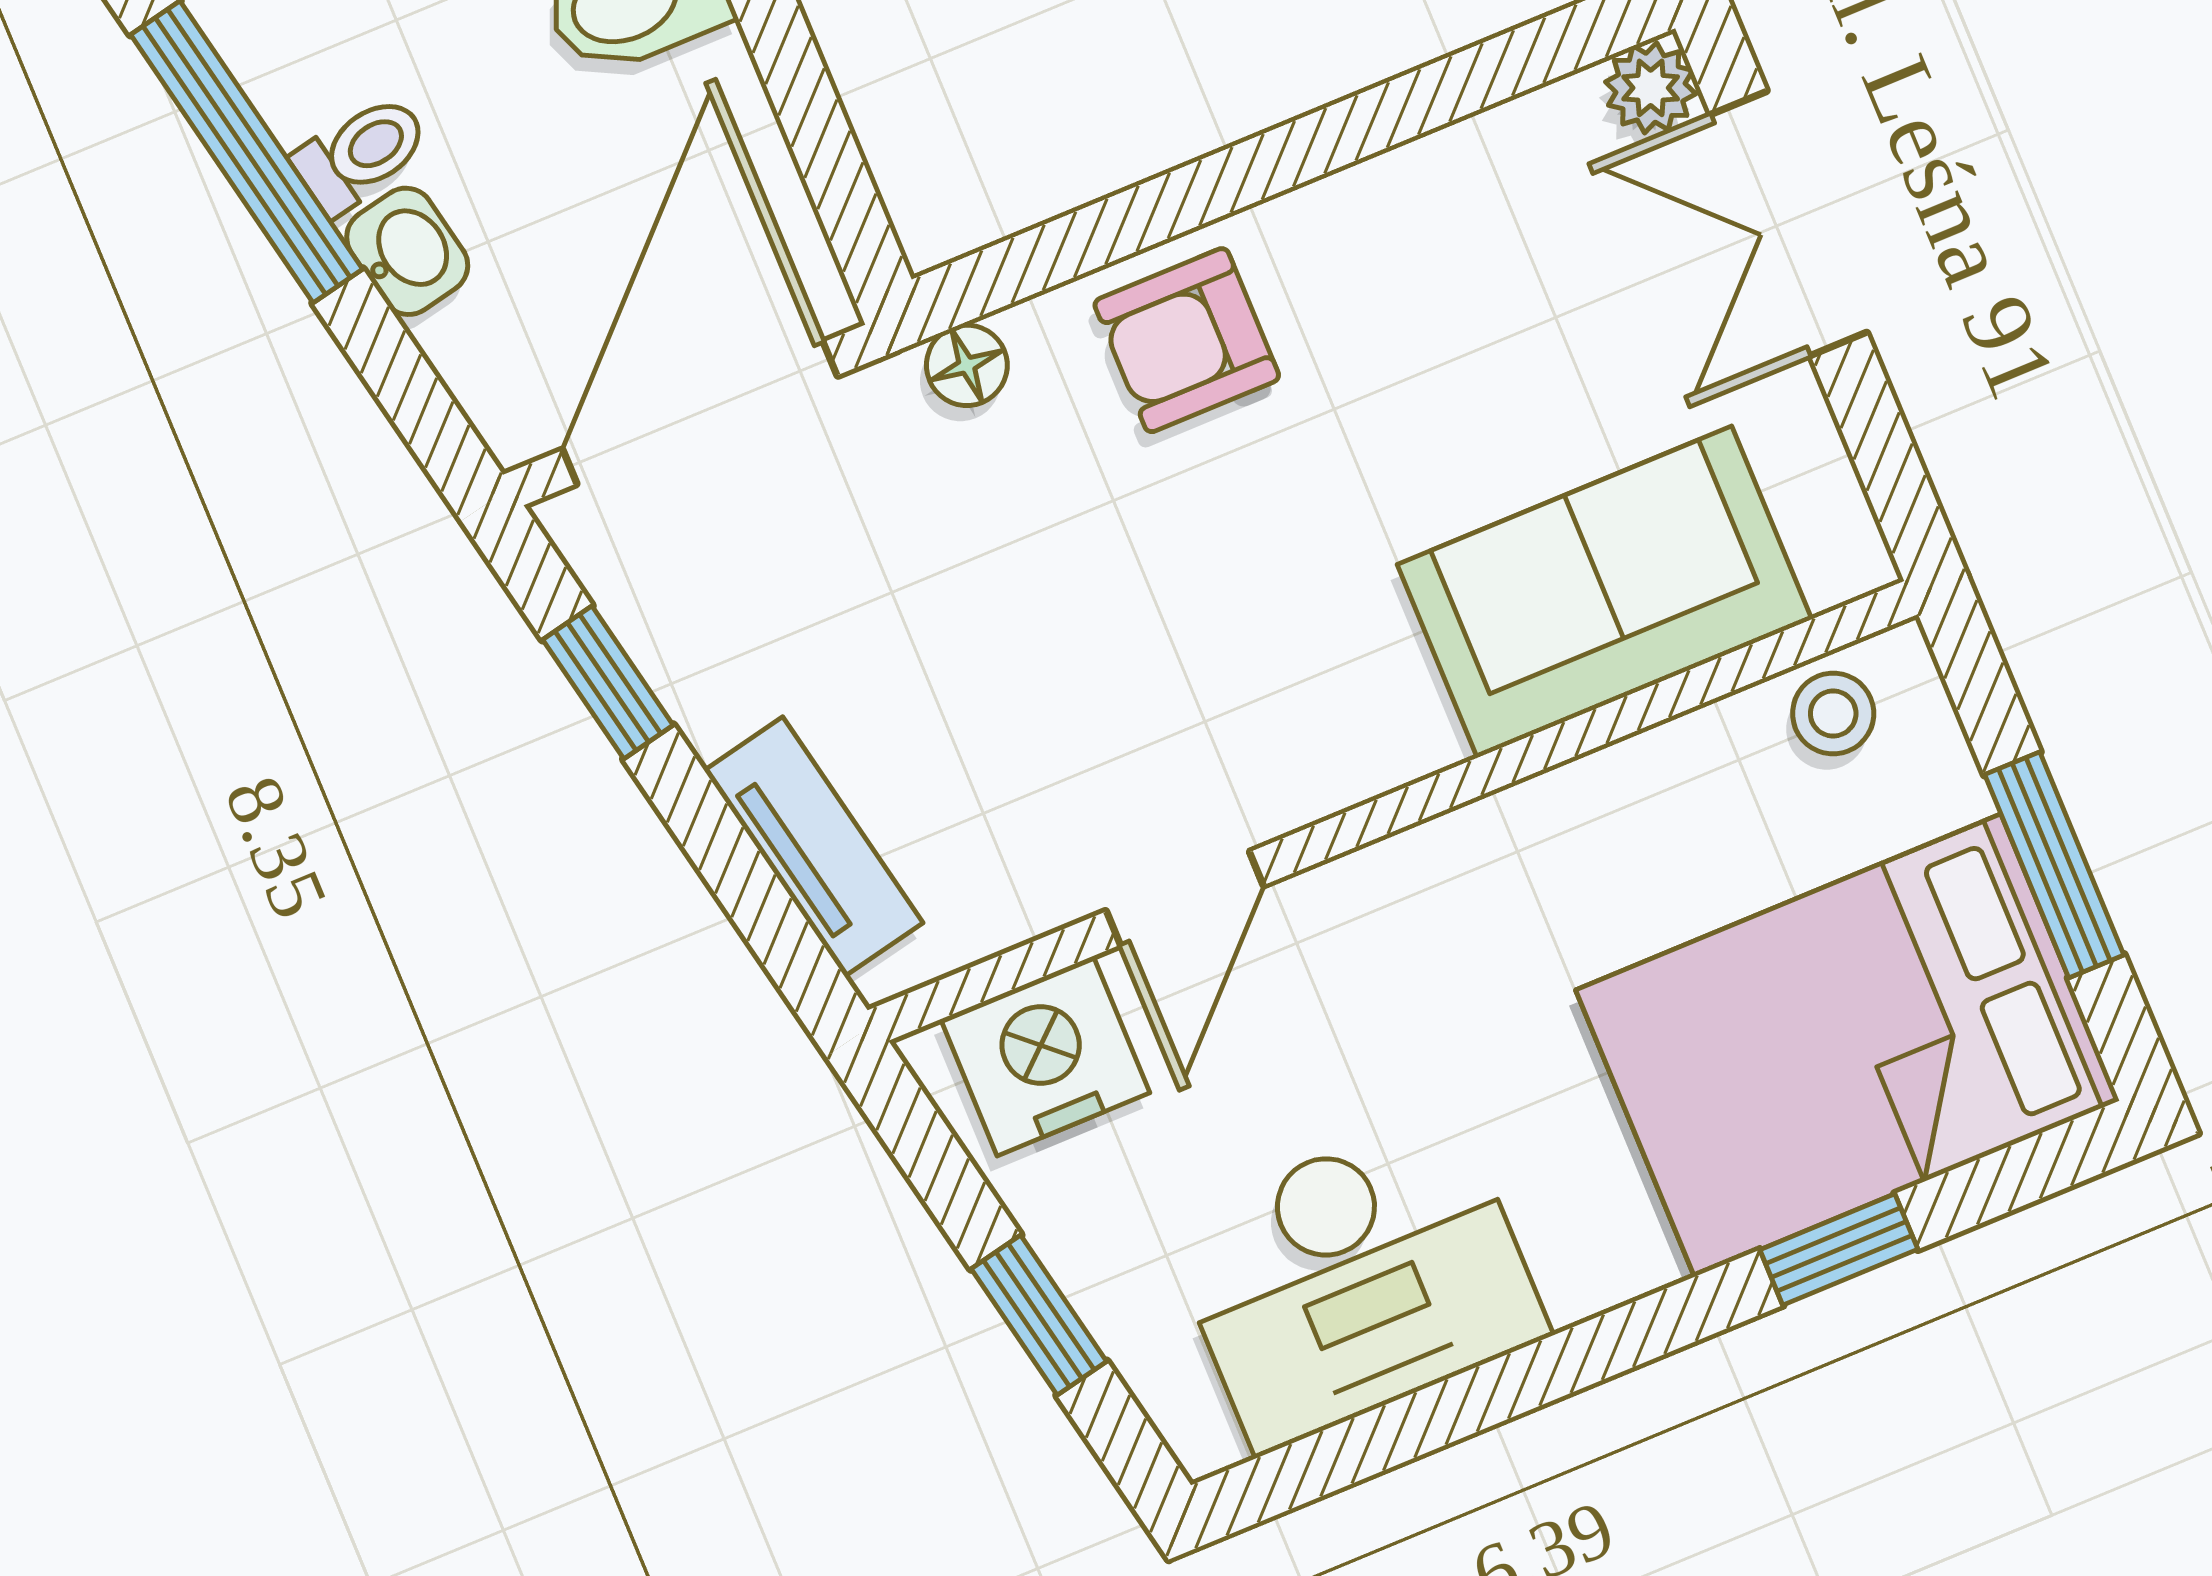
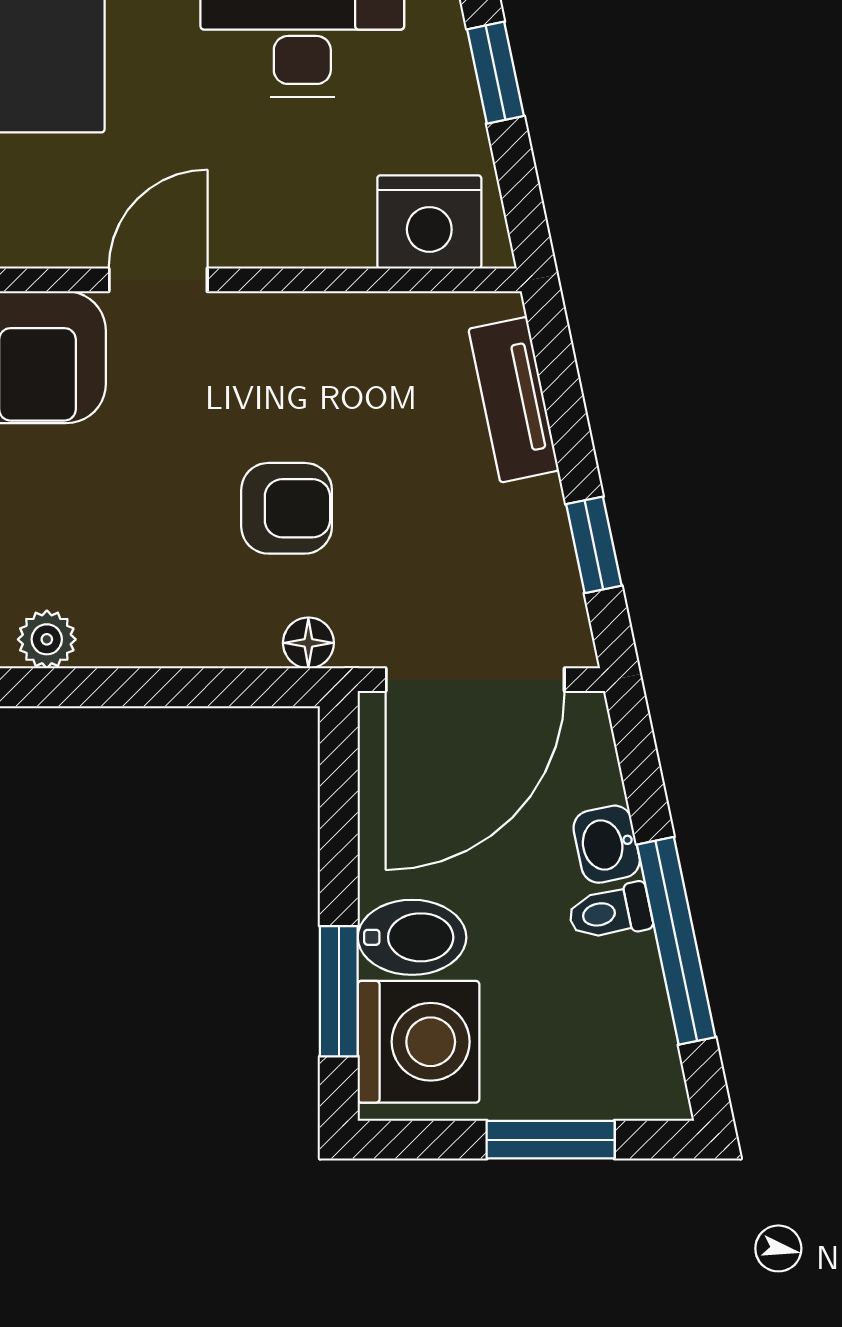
plant: (1353, 212) -> (47, 639), added
armchair: (1187, 340) -> (287, 508), moved
door: (1185, 898) -> (158, 280), moved

